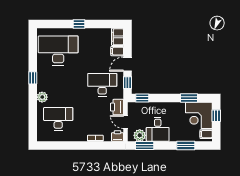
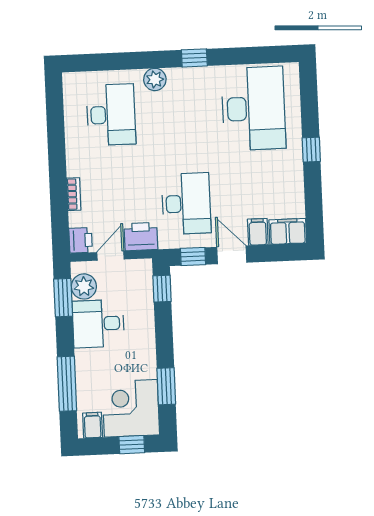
window: (186, 145) -> (67, 384), width x1.44

